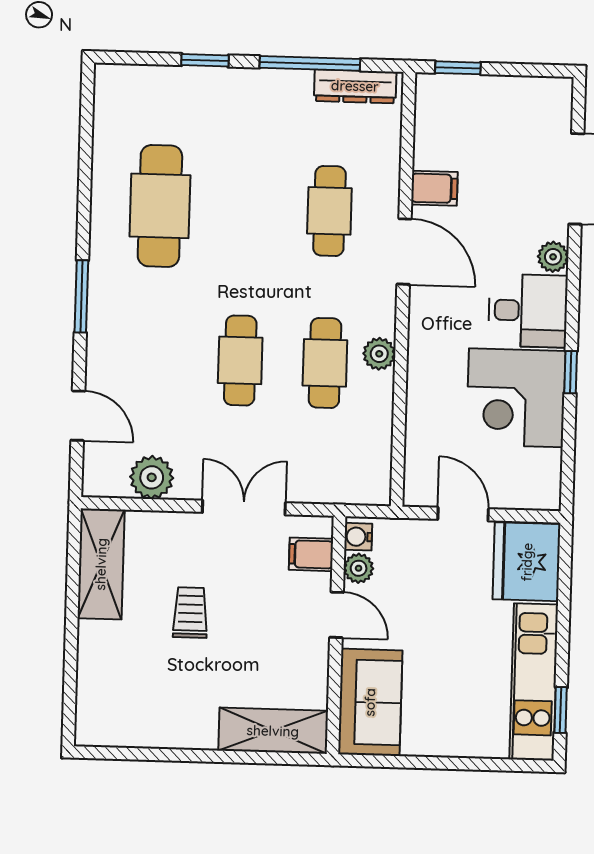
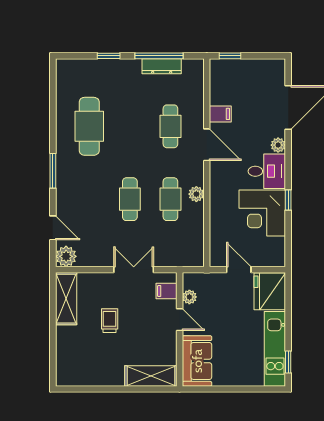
dresser: (355, 86) -> (162, 66), moved
plant: (152, 477) -> (66, 256), moved
water cooler: (358, 537) -> (189, 282), removed

